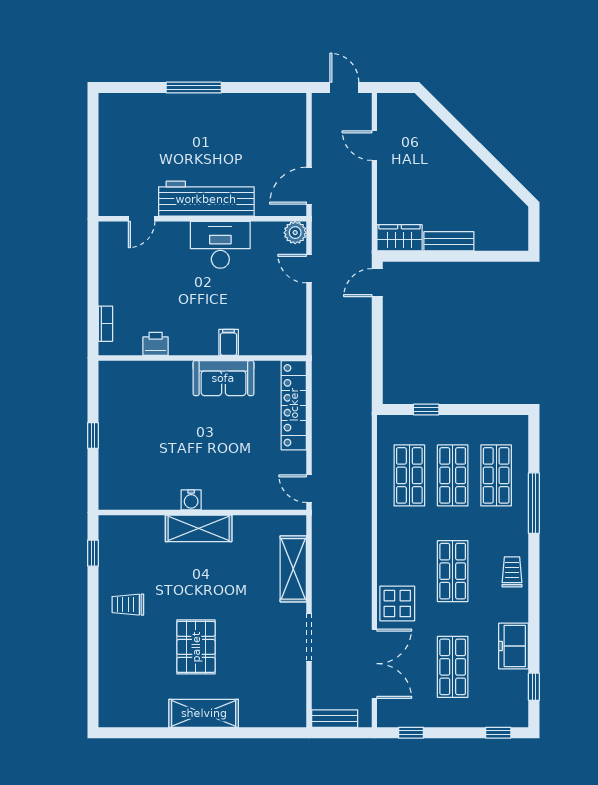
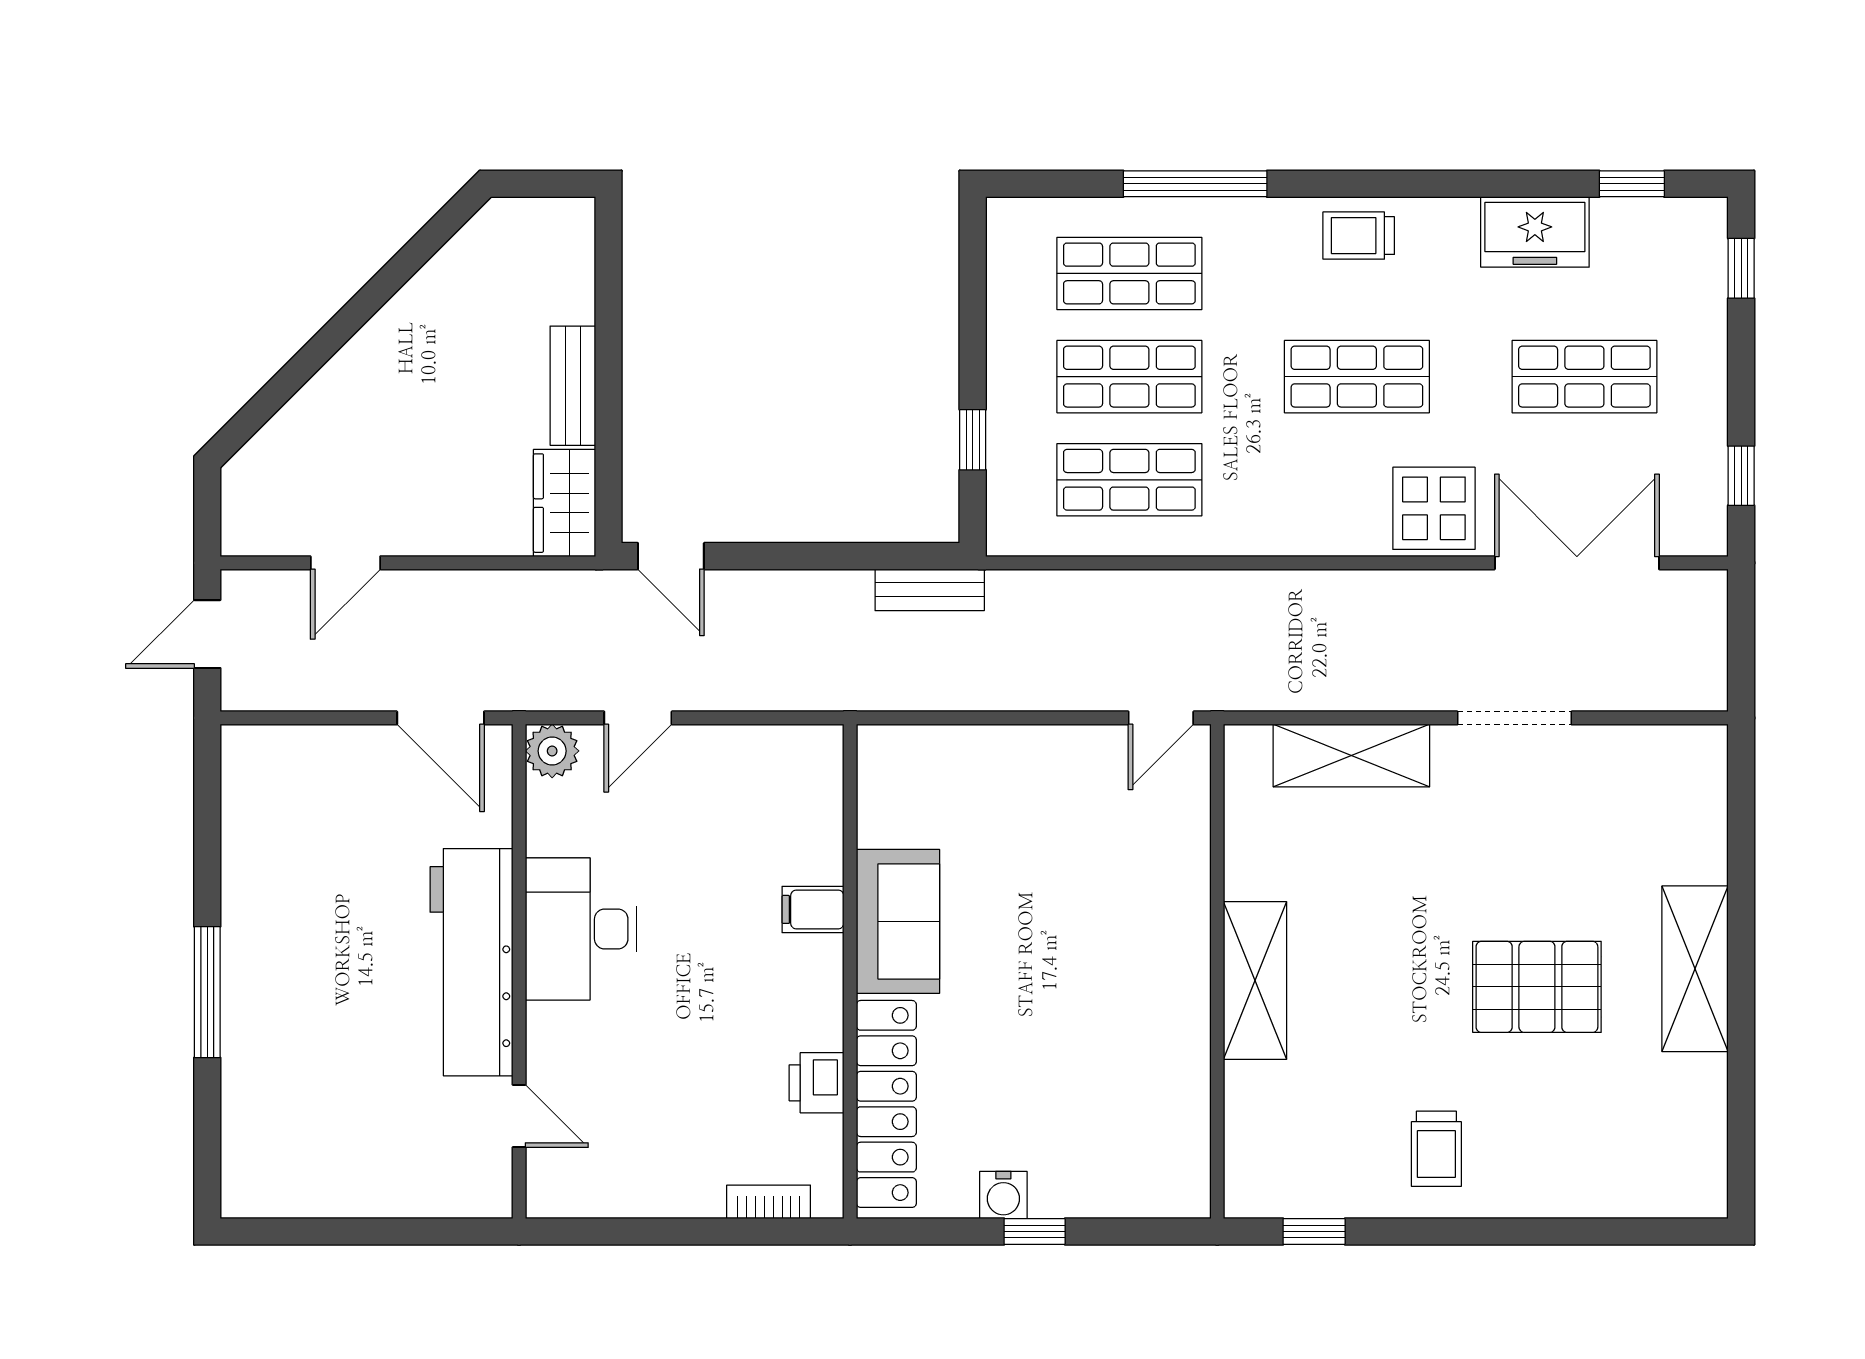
locker: (294, 405) -> (886, 1104), moved, turned -90
water cooler: (191, 500) -> (1003, 1195), moved, turned 90
bench: (335, 719) -> (930, 590), moved, turned 90

